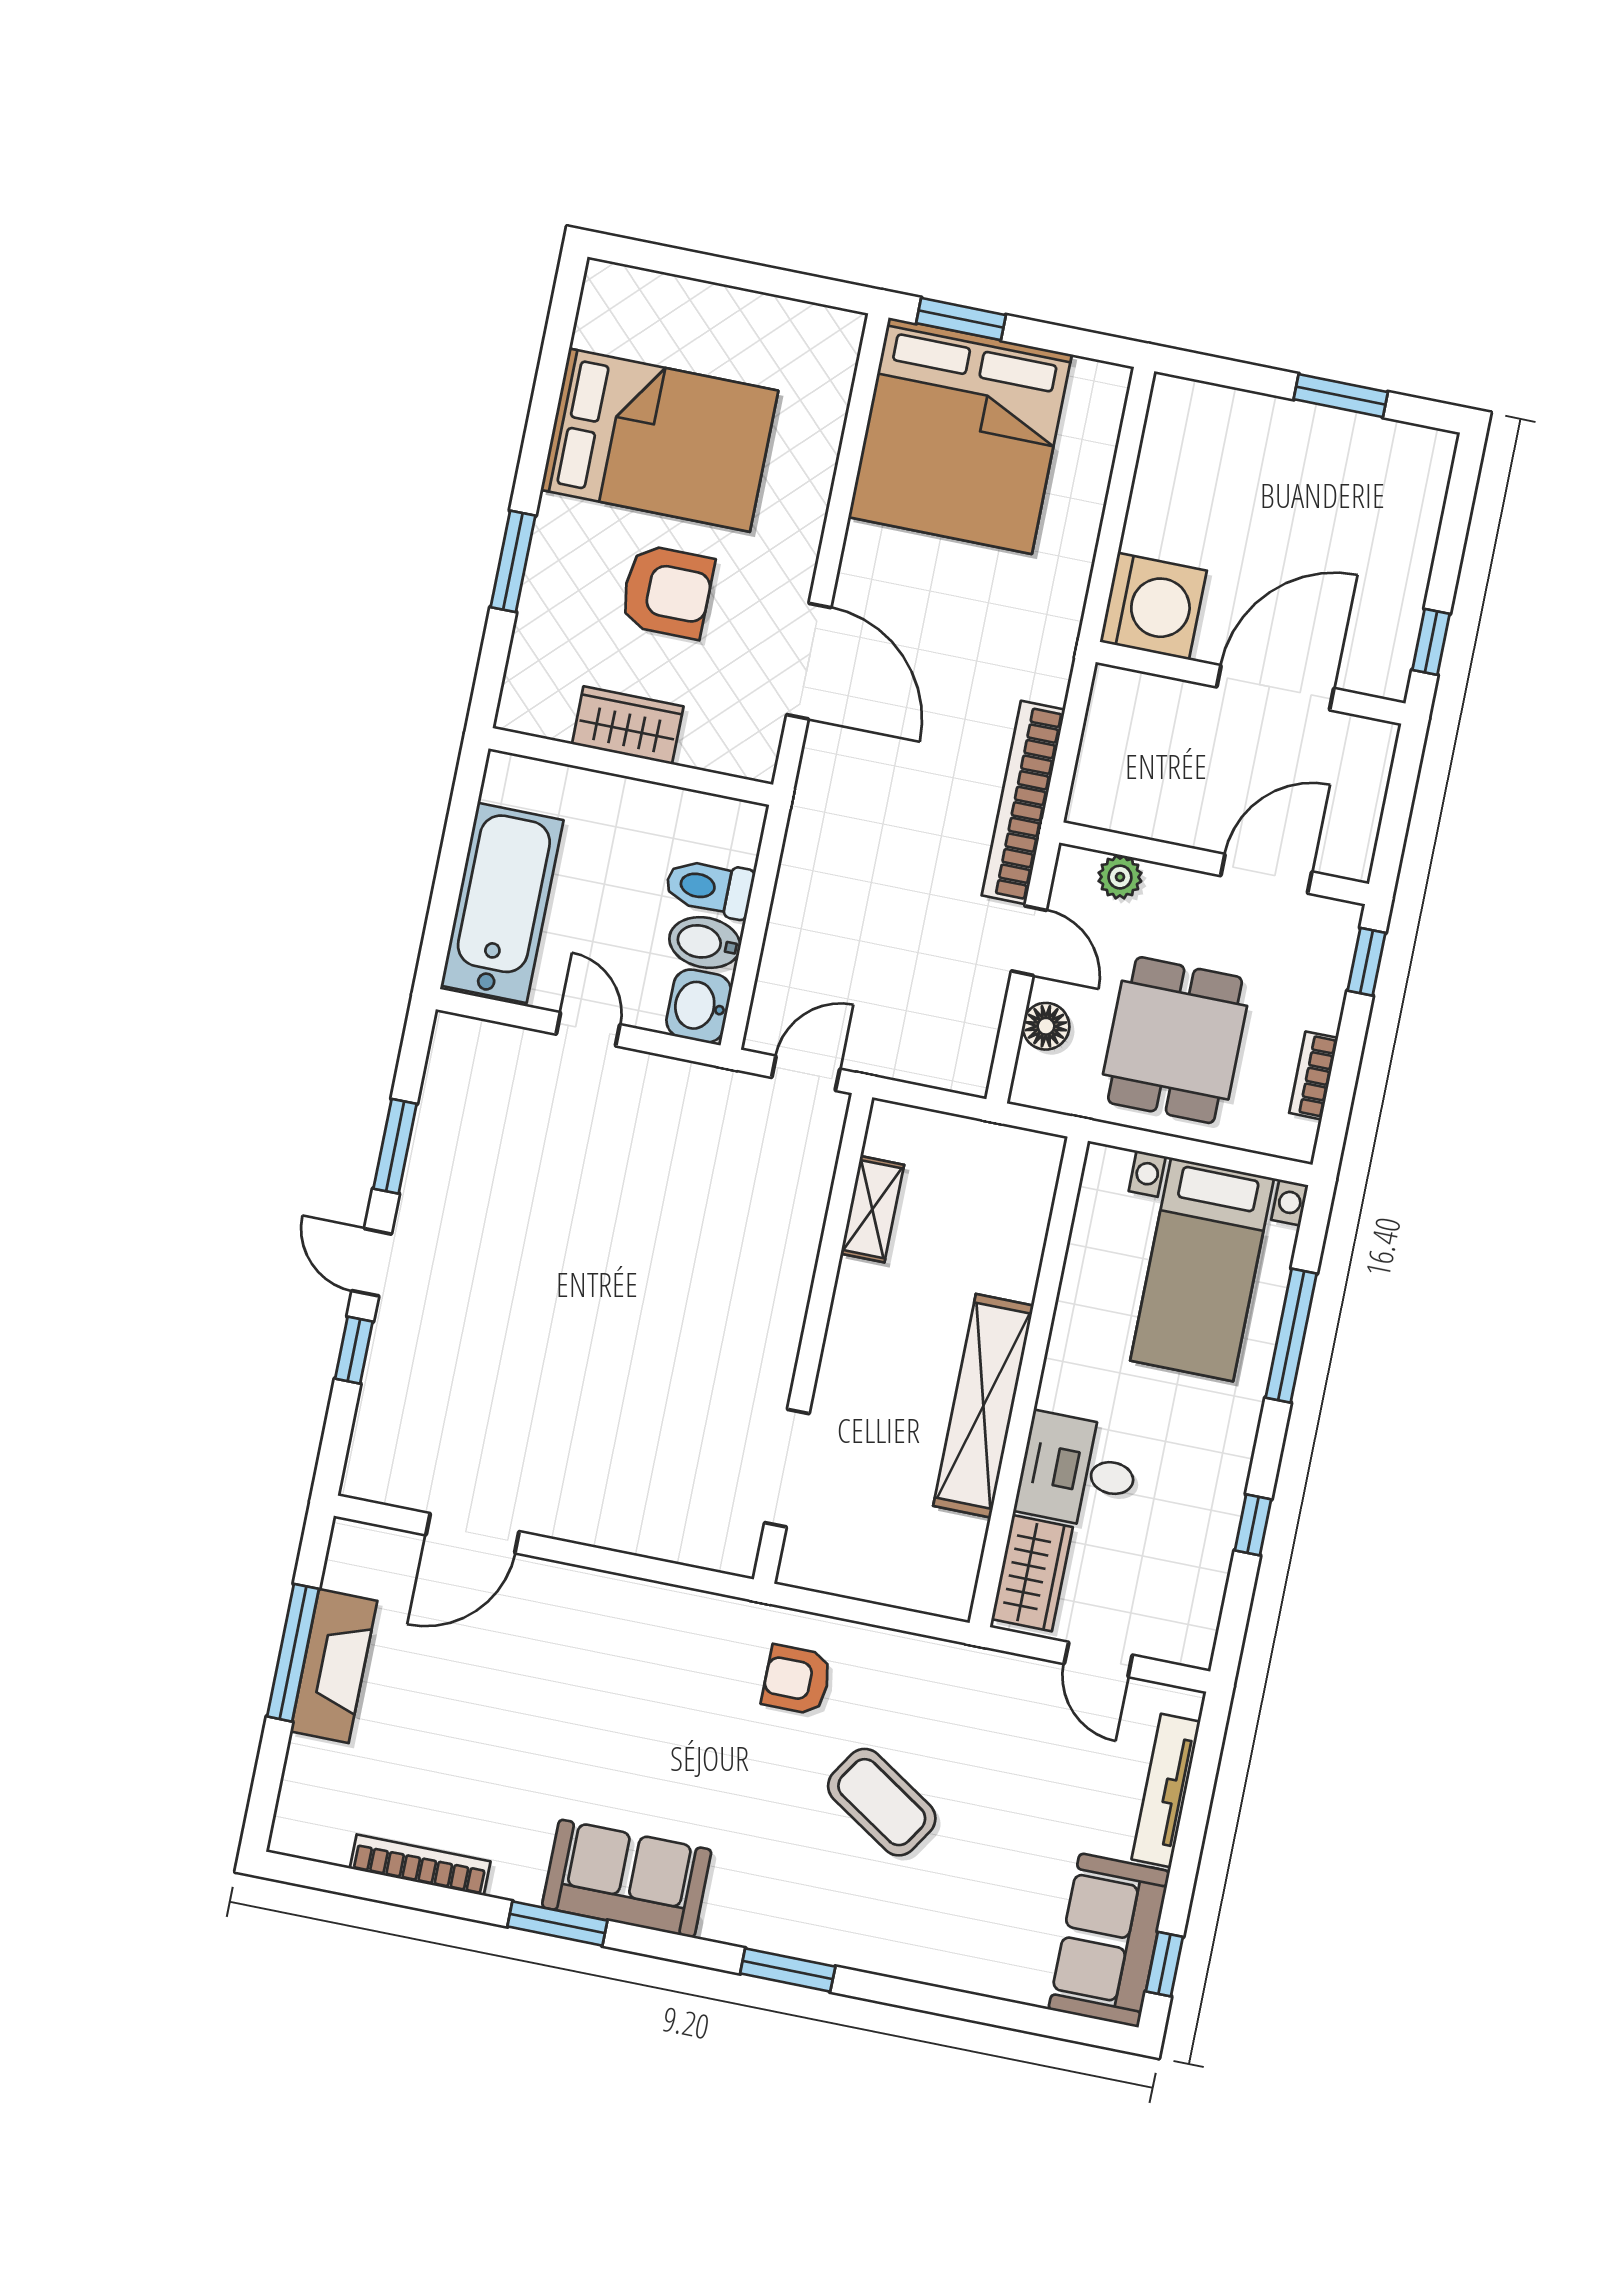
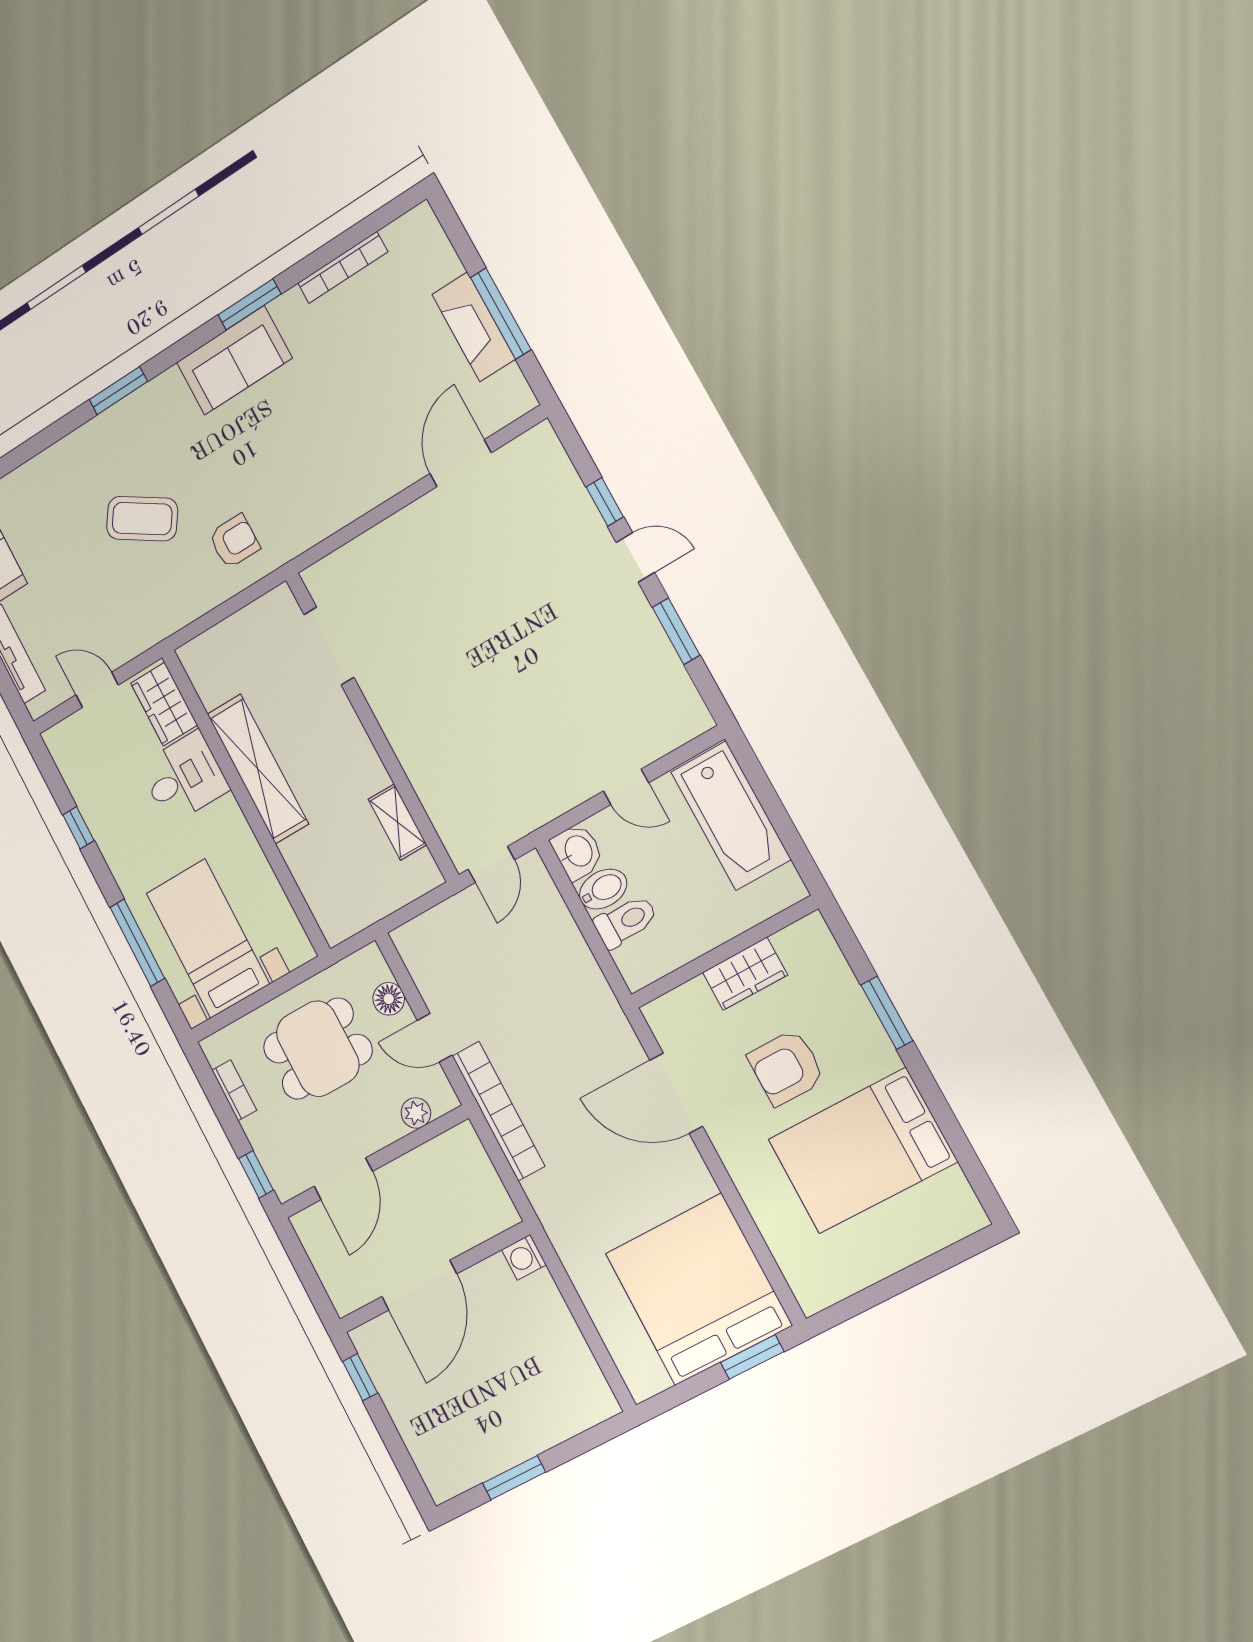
washing machine: (1153, 606) -> (524, 1257), width x0.53, depth x0.53
dining table: (1175, 1040) -> (318, 1049), turned 90

